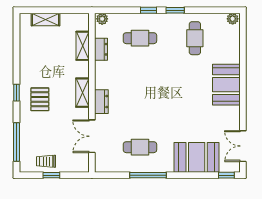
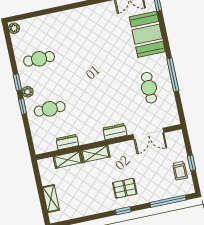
plant: (102, 19) -> (28, 92), moved
cafe table: (140, 38) -> (50, 109), turned 90
booth: (226, 85) -> (75, 21), removed
shelving: (83, 93) -> (95, 154), moved

